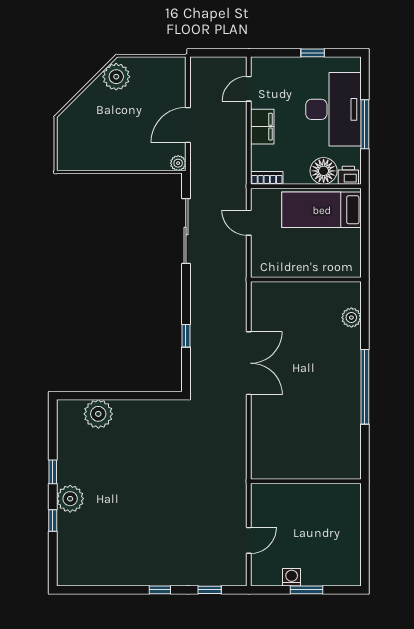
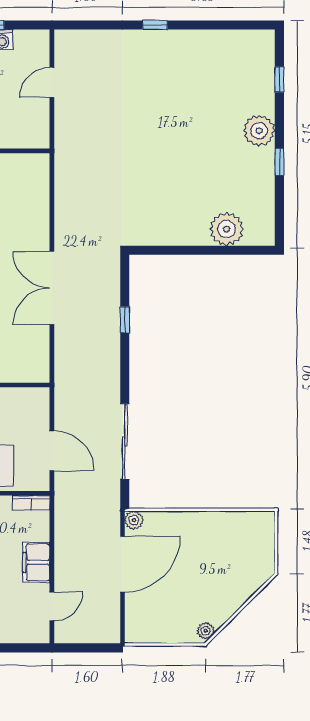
plant: (116, 77) -> (206, 631), width x0.53, depth x0.53
door: (188, 125) -> (123, 564), width x1.36
door: (249, 223) -> (52, 451), width x1.38
window: (53, 520) -> (279, 80), moved
window: (210, 590) -> (97, 25), removed

